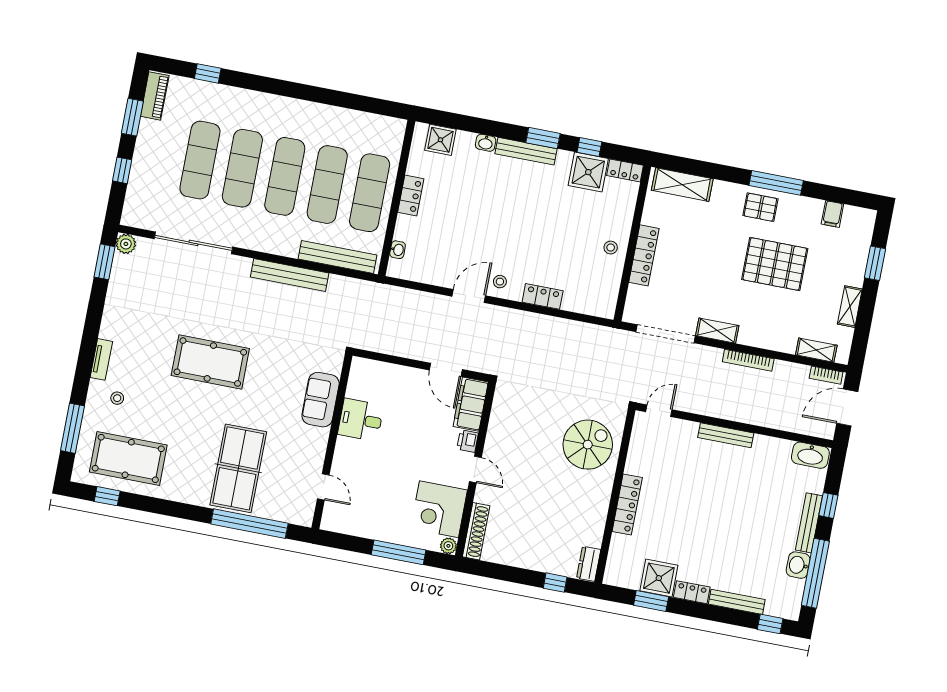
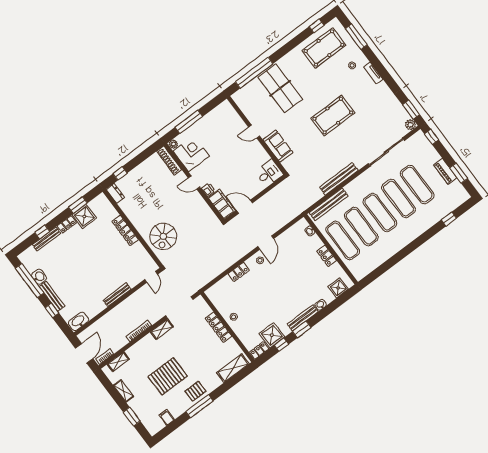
piano: (155, 96) -> (445, 171), moved
window: (122, 170) -> (431, 137), moved
desk: (361, 420) -> (269, 173), moved
door: (323, 487) -> (254, 132), moved
window: (770, 624) -> (42, 232), moved

